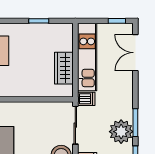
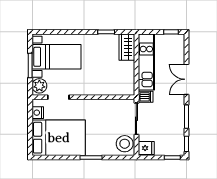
double door: (135, 53) -> (186, 79), moved
wardrobe: (64, 68) -> (127, 47), moved
plant: (121, 132) -> (175, 124), removed

